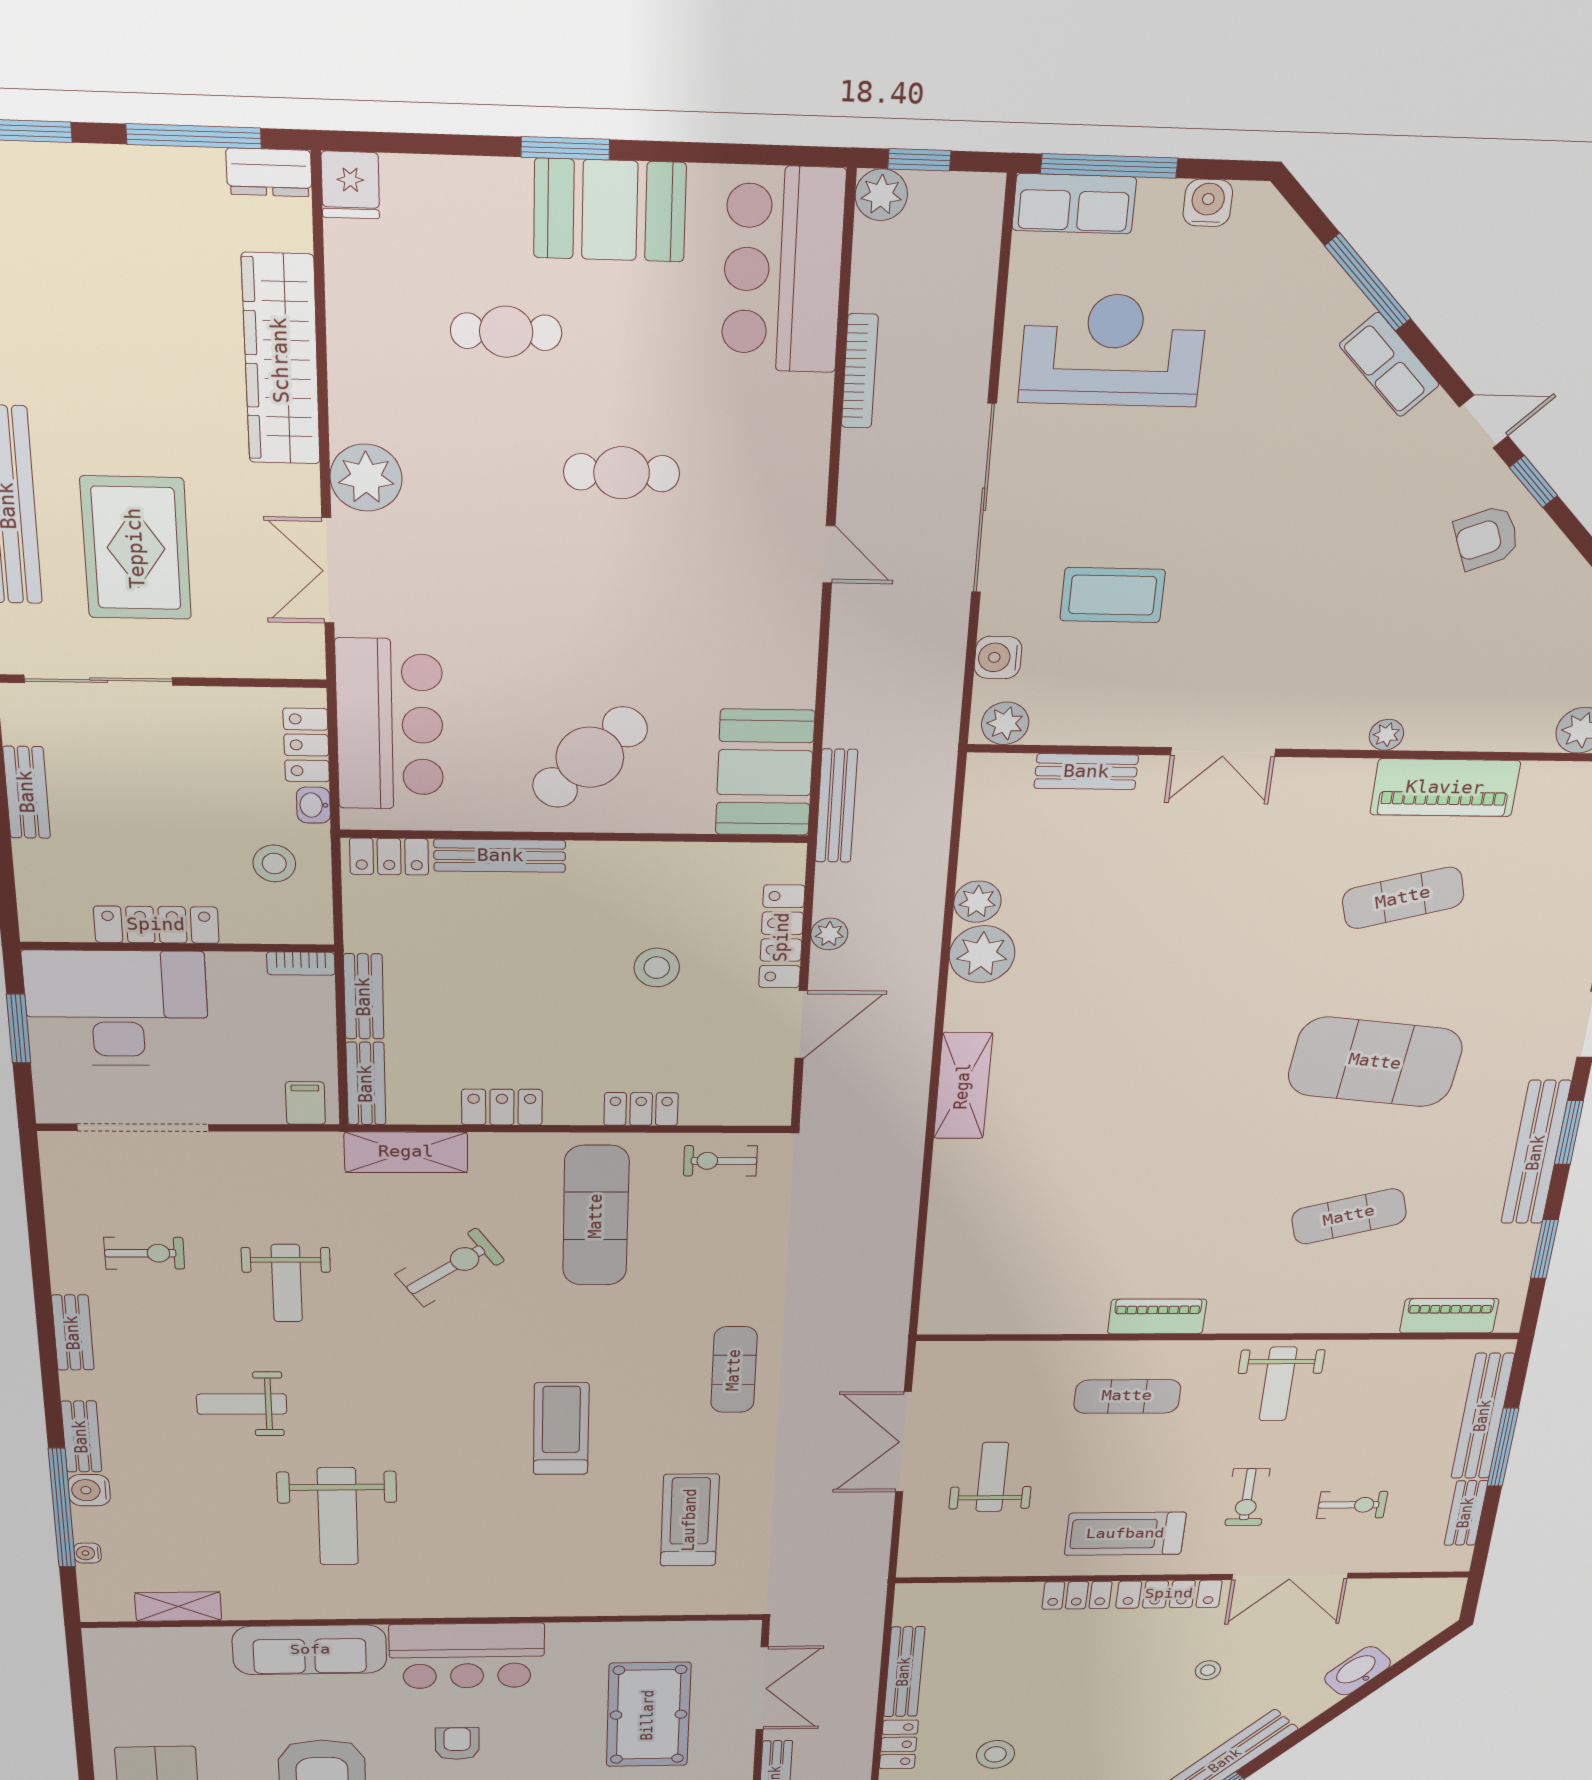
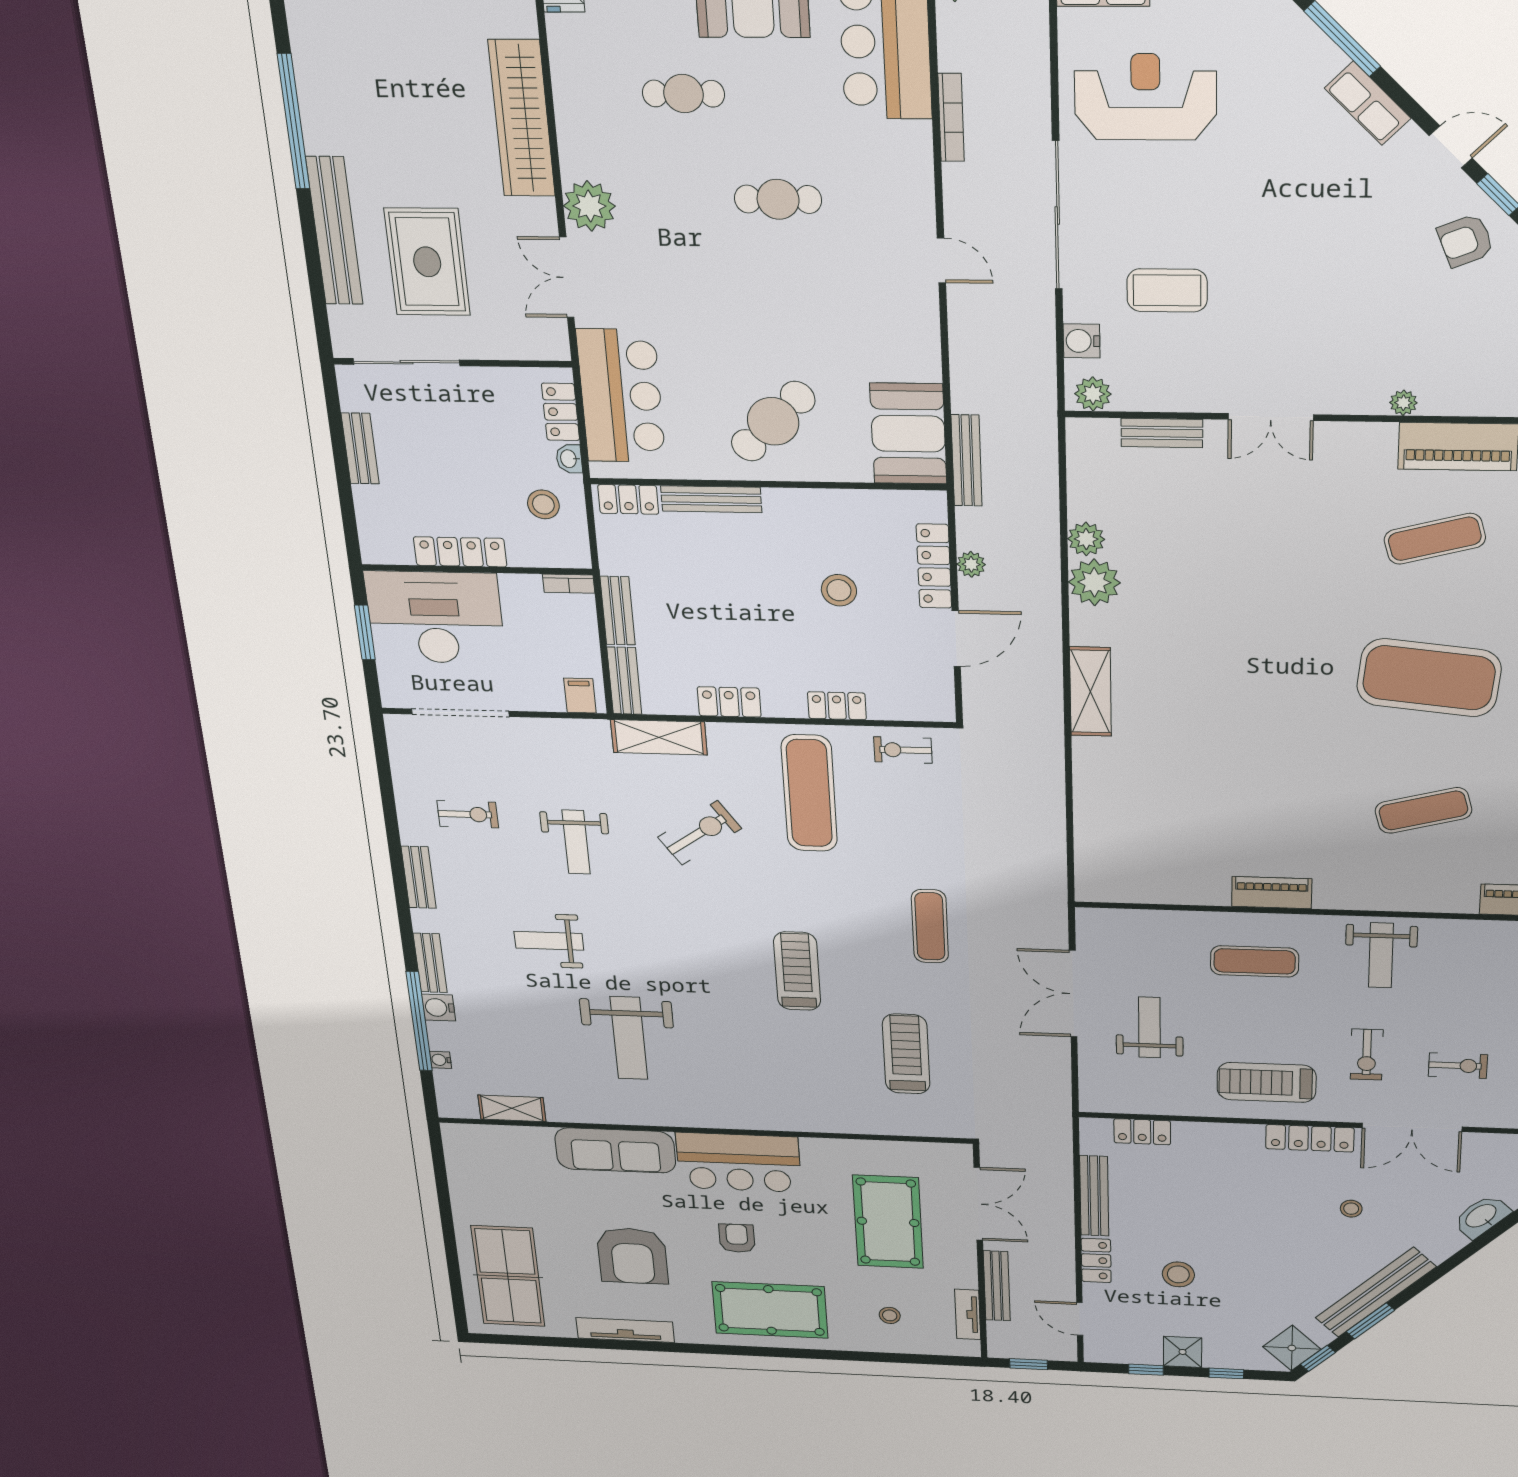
locker: (1077, 1595) -> (1142, 1132), moved

